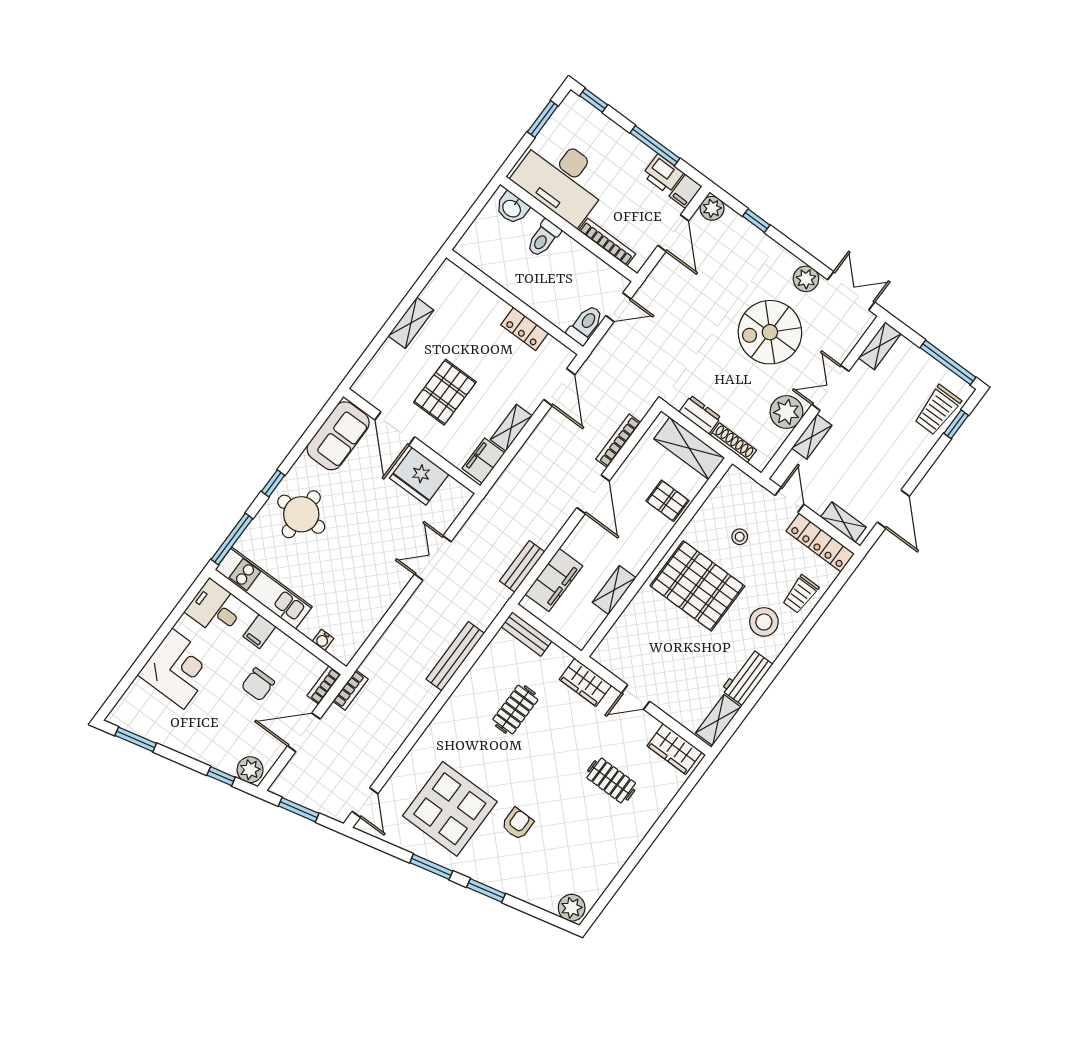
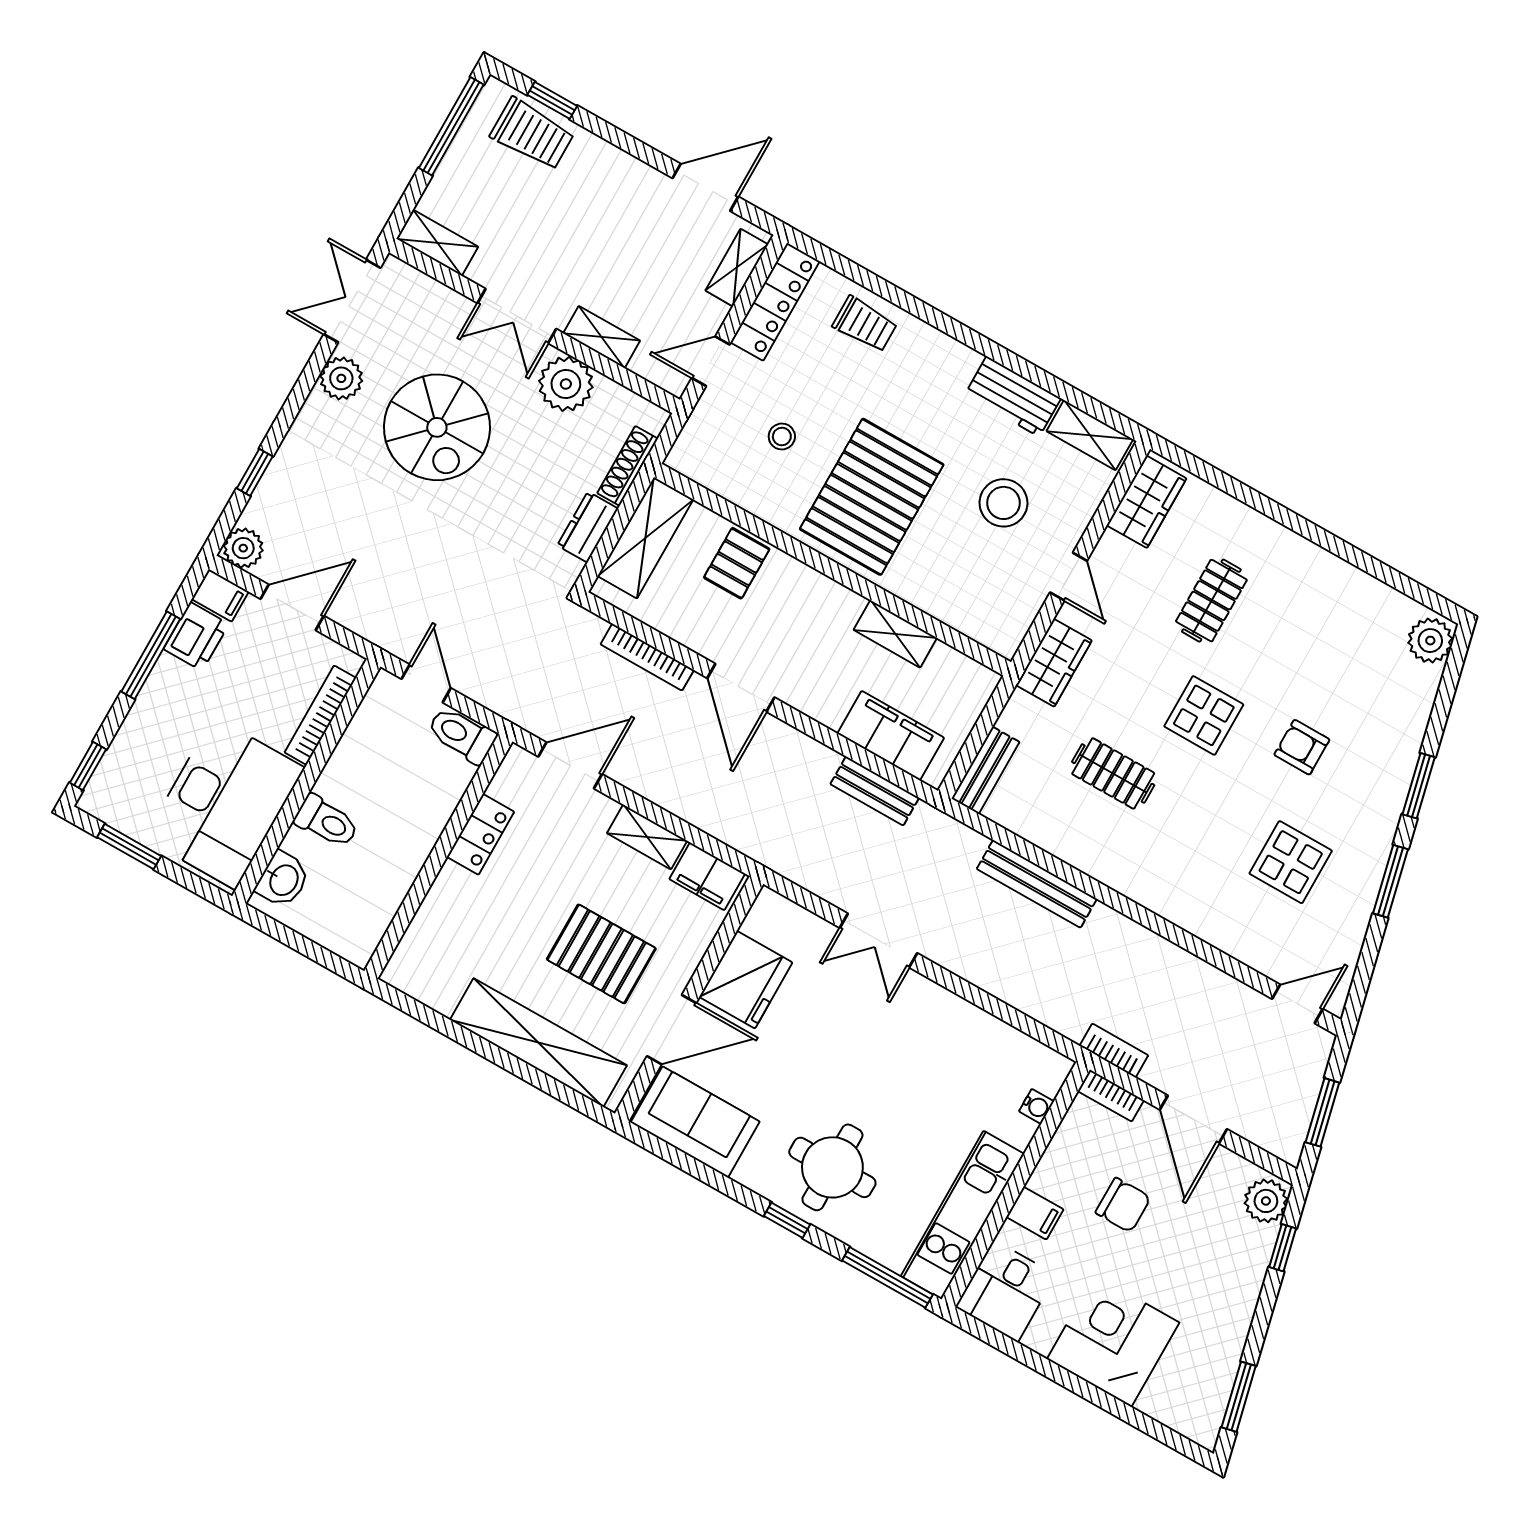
shelving: (411, 323) -> (538, 1043), width x2.20, depth x1.33
door: (593, 494) -> (741, 688), swing flipped
stool: (764, 622) -> (1003, 503), moved
display table: (543, 768) -> (1204, 715), added
display table: (450, 809) -> (1291, 862), width x0.54, depth x0.54

